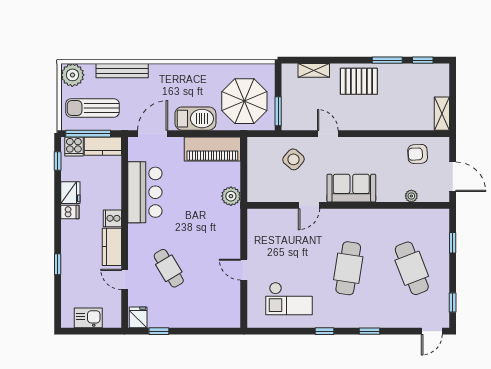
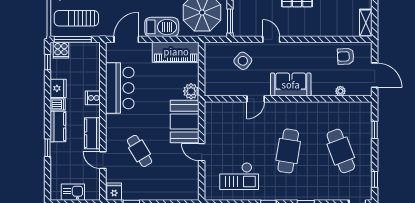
kitchen counter: (103, 146) -> (58, 127), moved, turned -90
cooker: (112, 218) -> (93, 98), moved
booth: (223, 233) -> (185, 122), added

